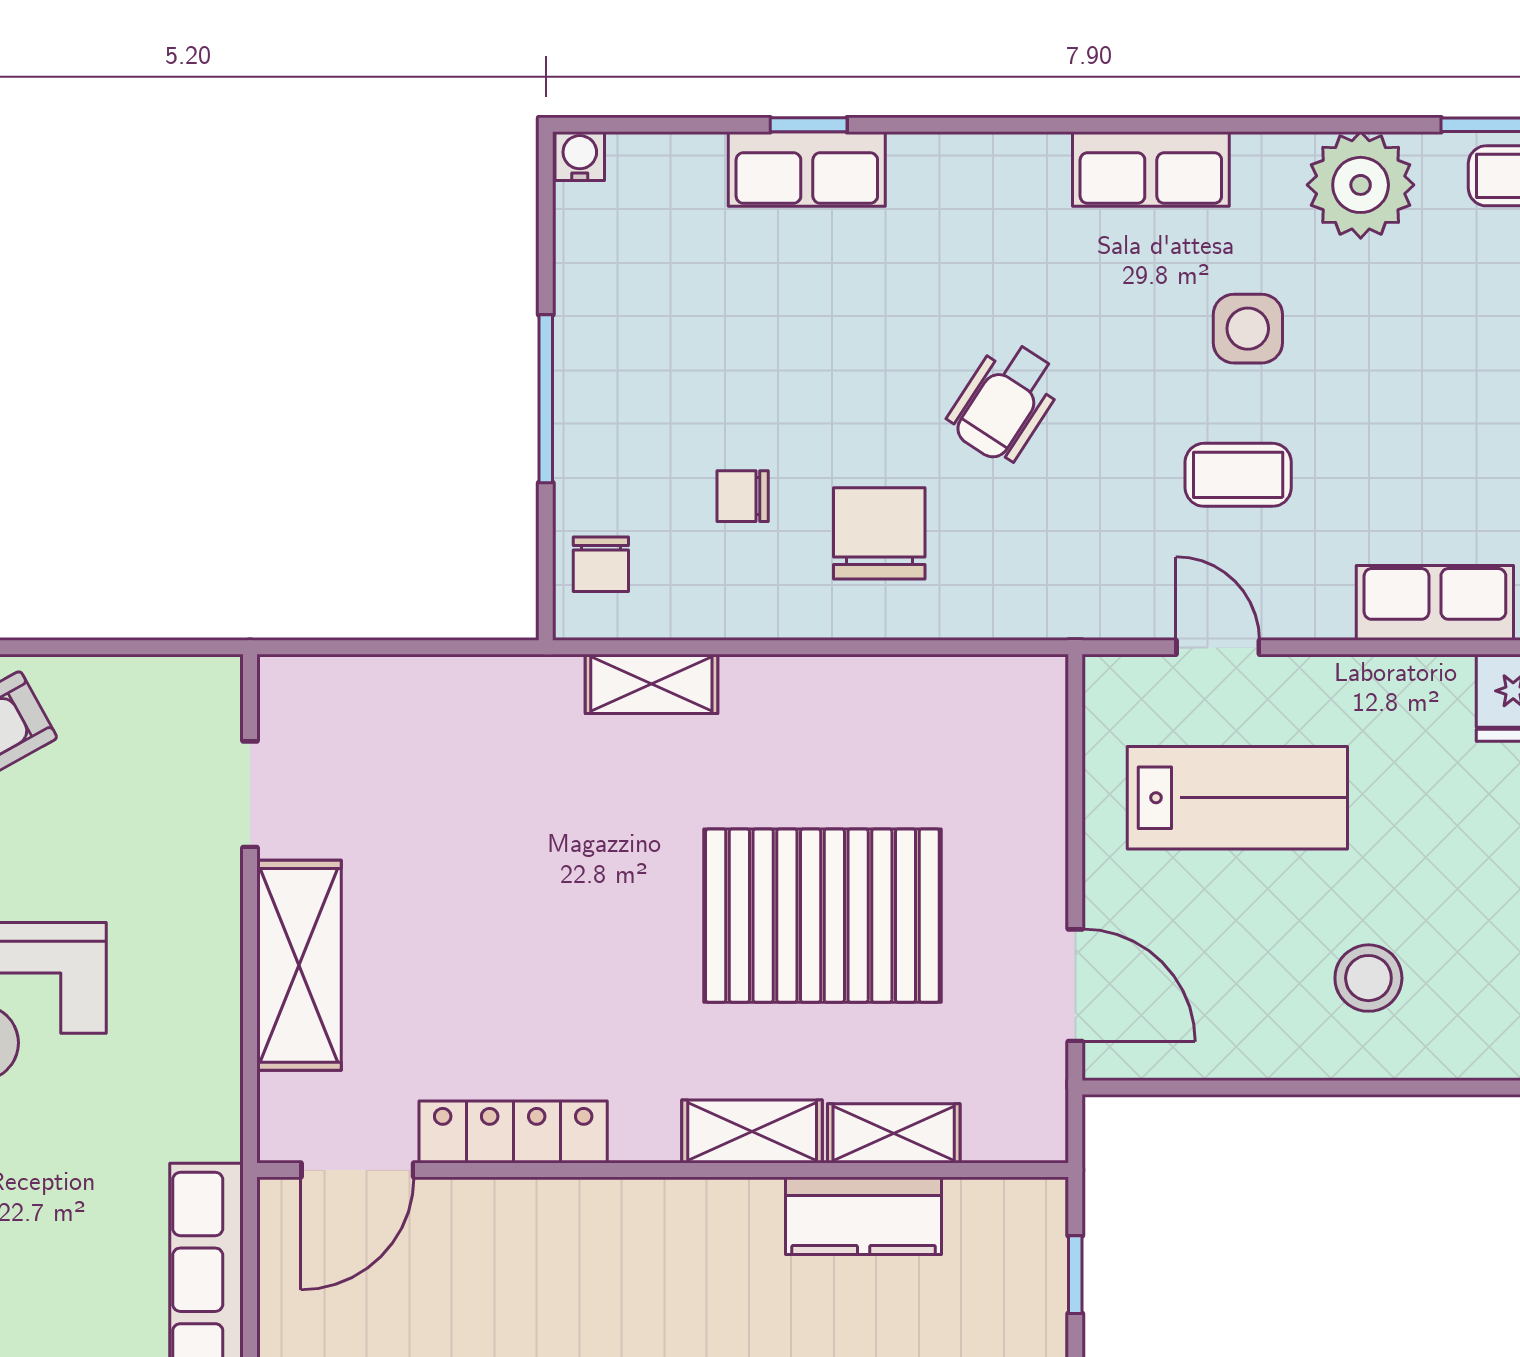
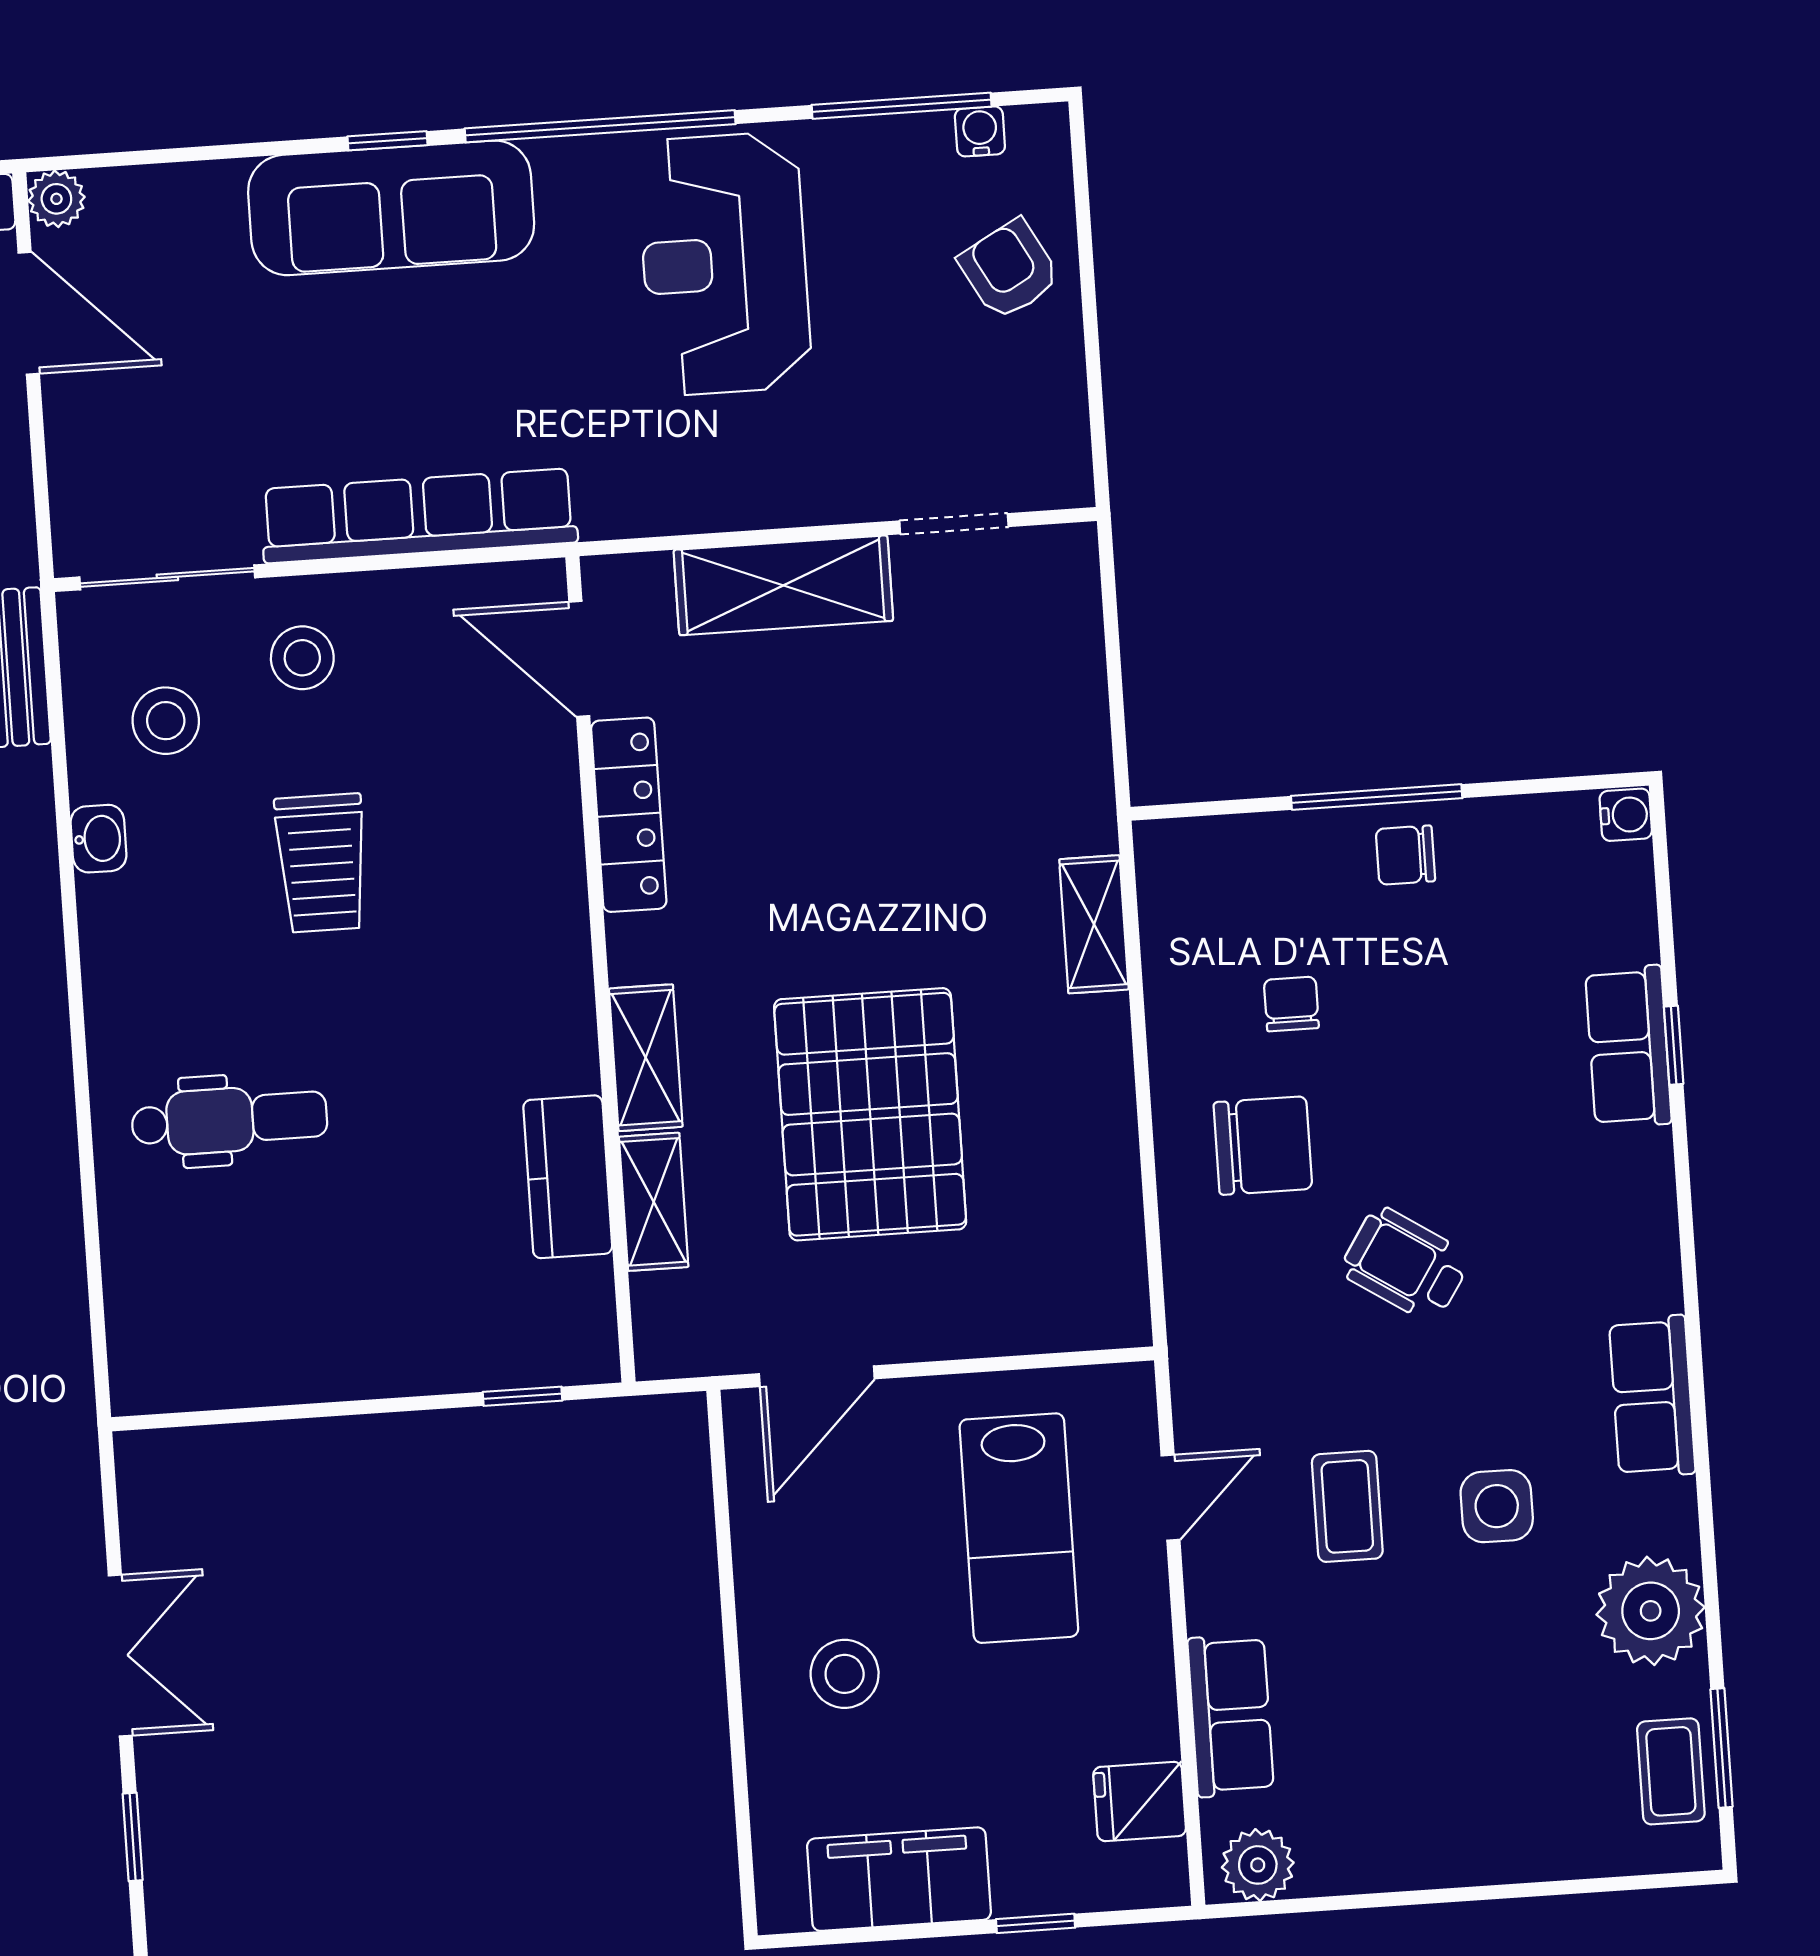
chair: (601, 564) -> (1405, 855), moved

